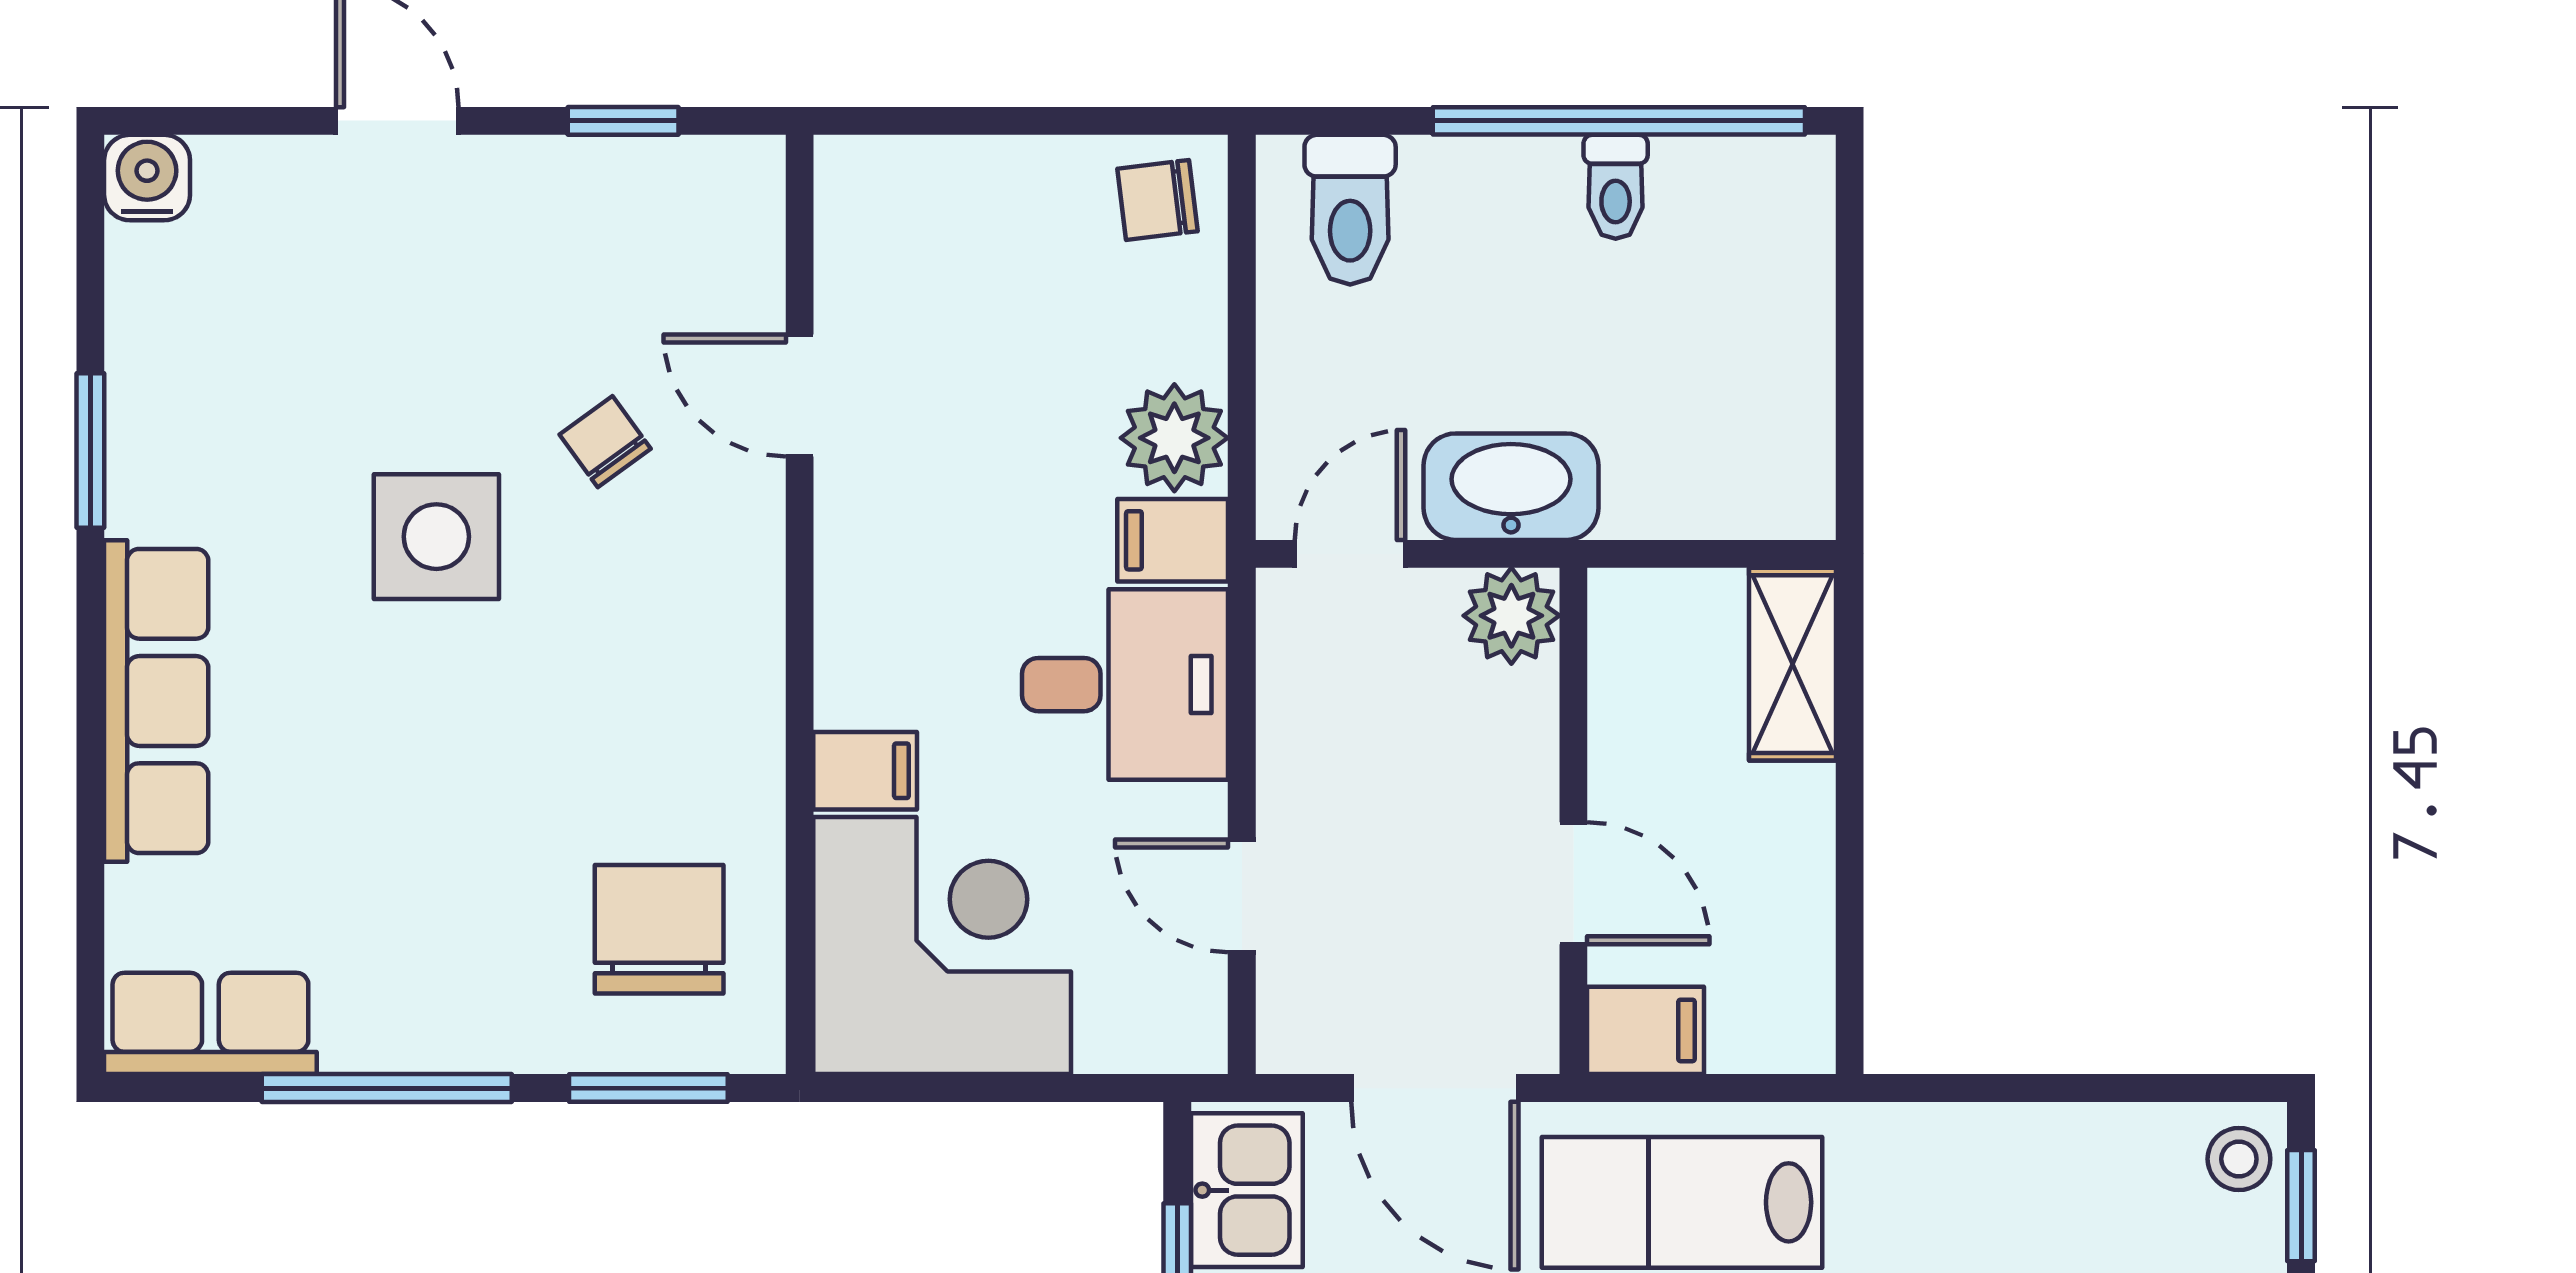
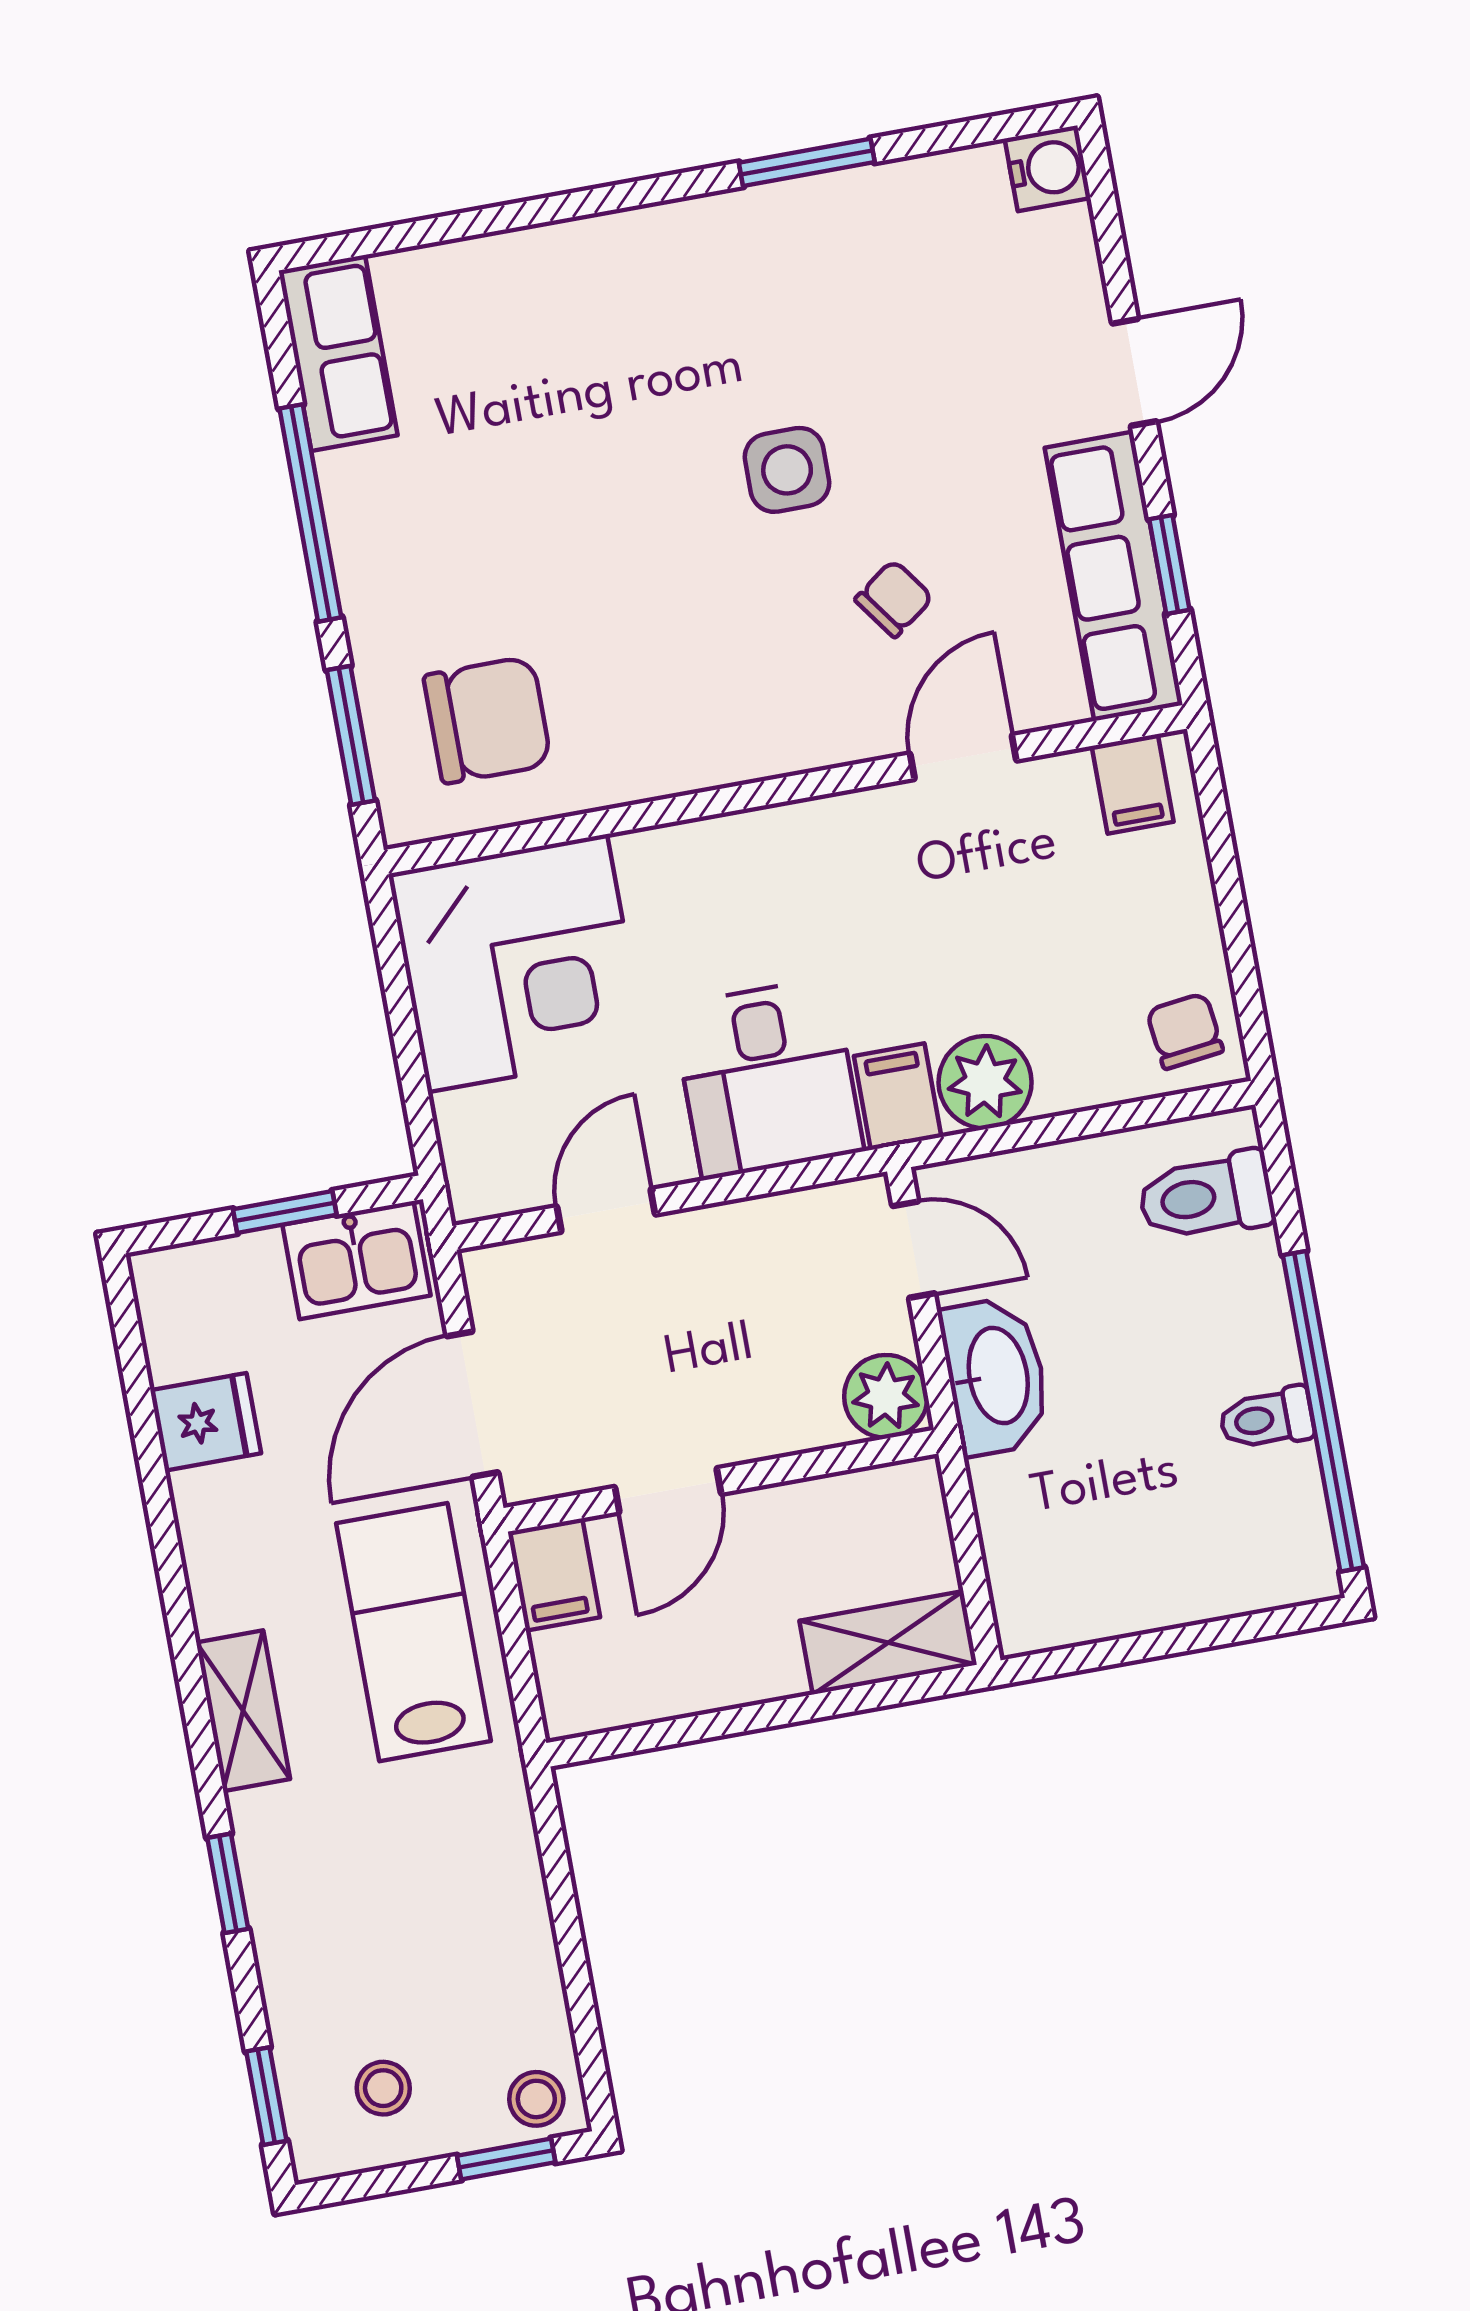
side table: (436, 537) -> (787, 470), width x0.73, depth x0.73
row of seats: (156, 701) -> (1114, 576), moved, turned 90
filing cabinet: (865, 771) -> (1133, 784), moved

